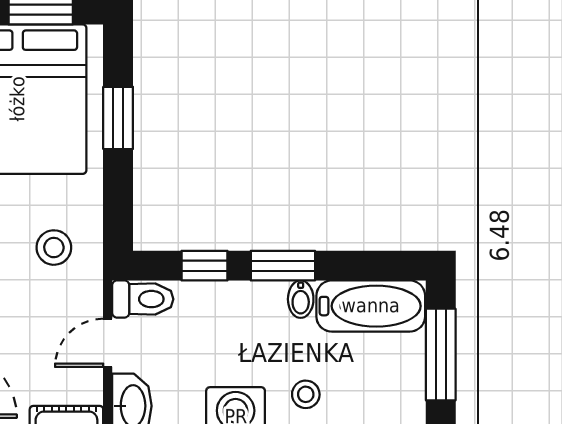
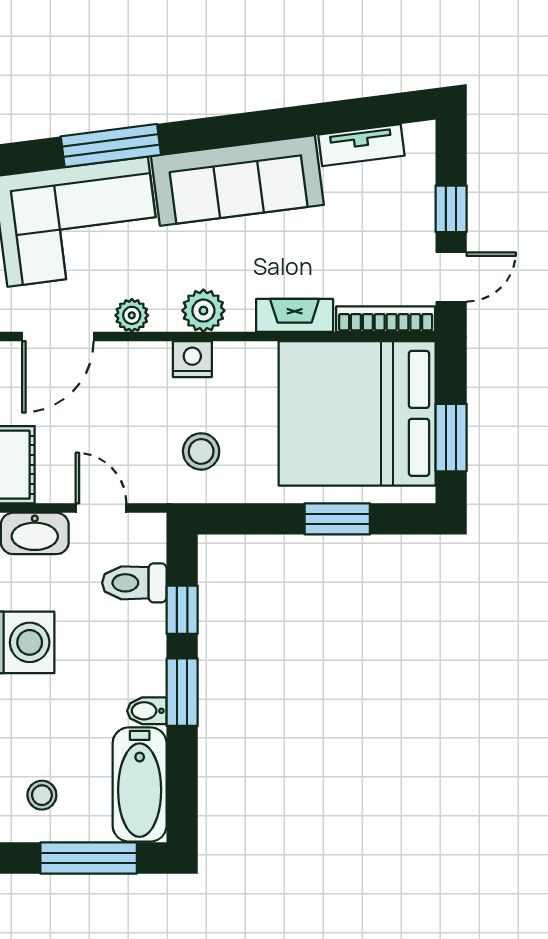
toilet: (143, 299) -> (134, 583), moved, turned 90
stool: (306, 394) -> (42, 795), moved

